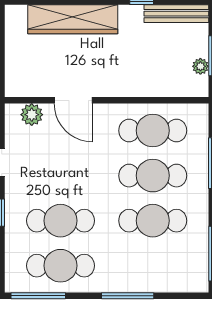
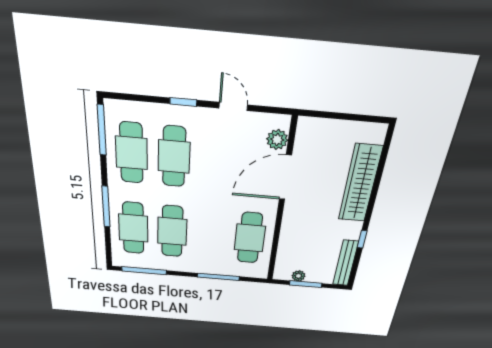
door: (73, 100) -> (285, 177), width x1.36
cafe table: (153, 176) -> (133, 228), moved

